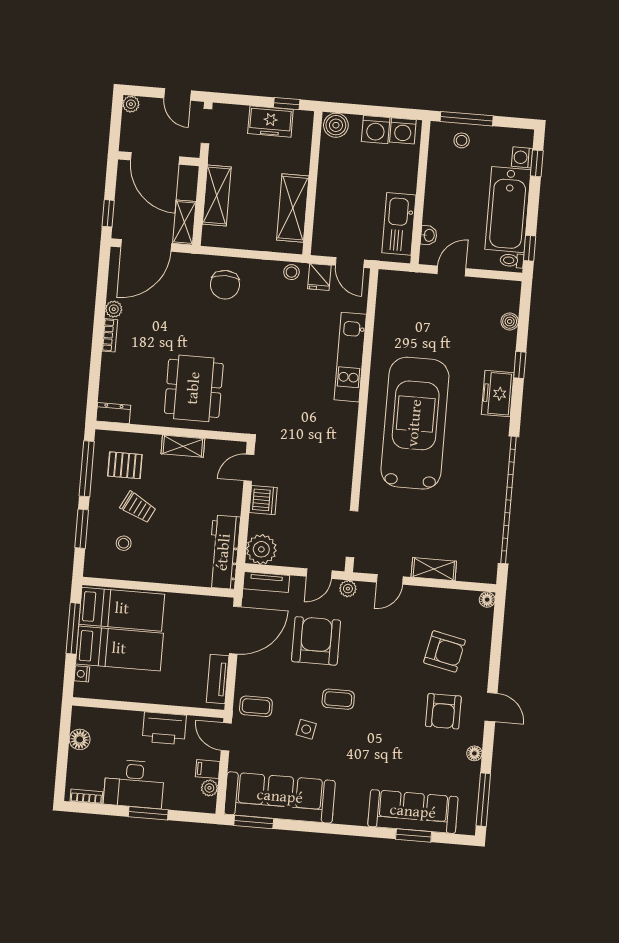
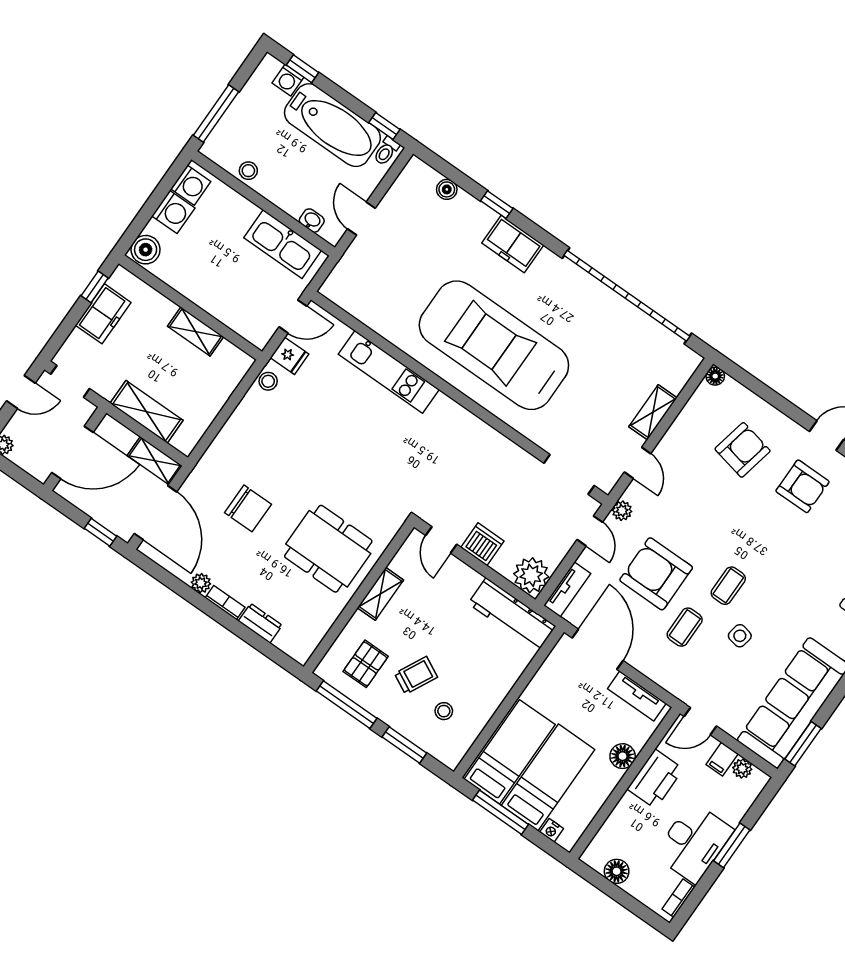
stool: (462, 140) -> (248, 171), moved
shelving: (293, 208) -> (196, 332), width x0.67, depth x0.75
chair: (225, 285) -> (248, 508), moved
dresser: (113, 413) -> (260, 623), moved, turned 90
floor lamp: (167, 694) -> (623, 756), added
coffee table: (256, 706) -> (685, 627), moved

